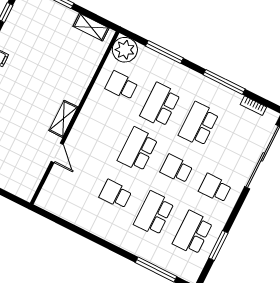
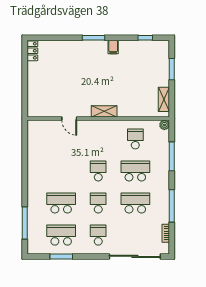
plant: (125, 50) -> (164, 125), width x0.53, depth x0.53
shelving: (63, 119) -> (104, 111), moved
school desk: (138, 149) -> (98, 171), width x0.54
door: (57, 153) -> (69, 119), hinge flipped
school desk: (115, 194) -> (61, 171), removed

